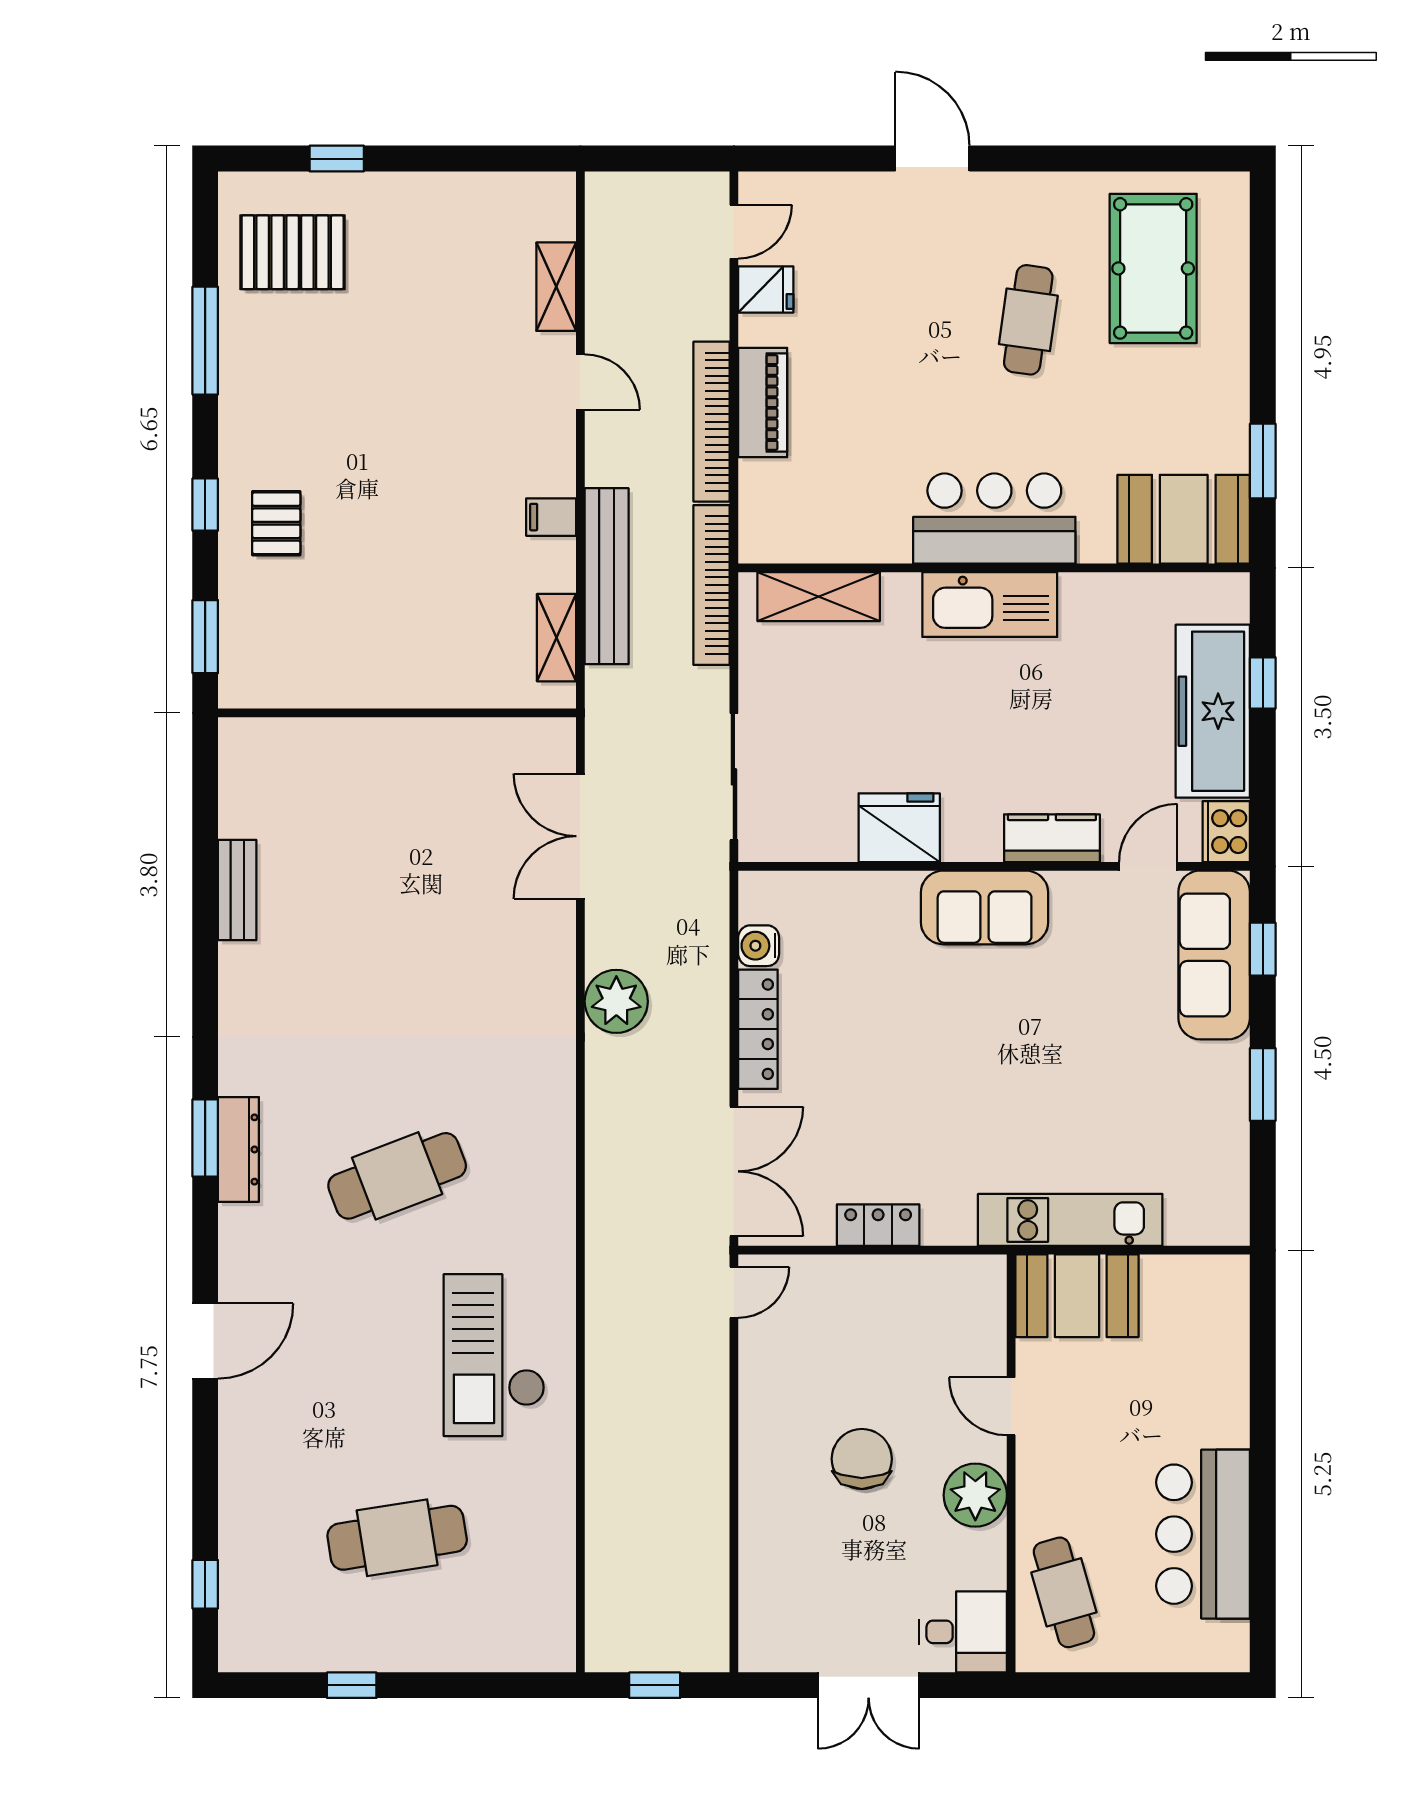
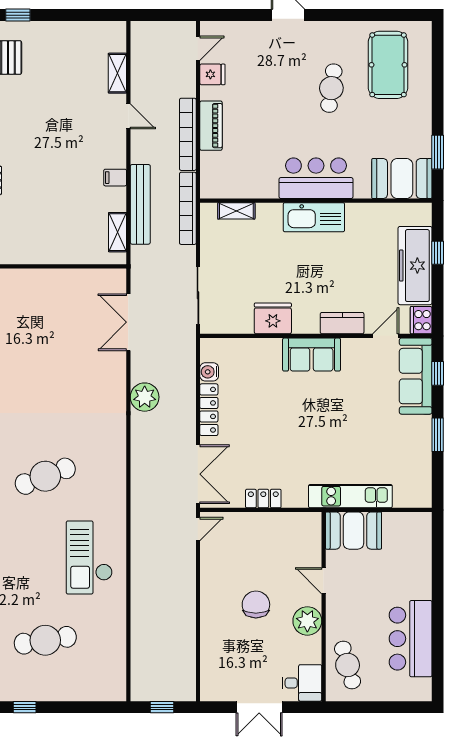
shelving: (819, 597) -> (236, 211), width x0.67, depth x0.75

